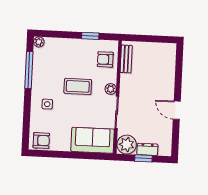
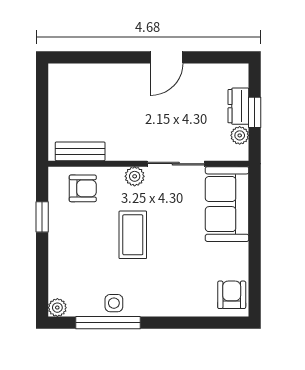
armchair: (105, 59) -> (83, 188), turned -90
side table: (47, 104) -> (114, 303), moved
plant: (127, 145) -> (240, 135), width x0.53, depth x0.53

